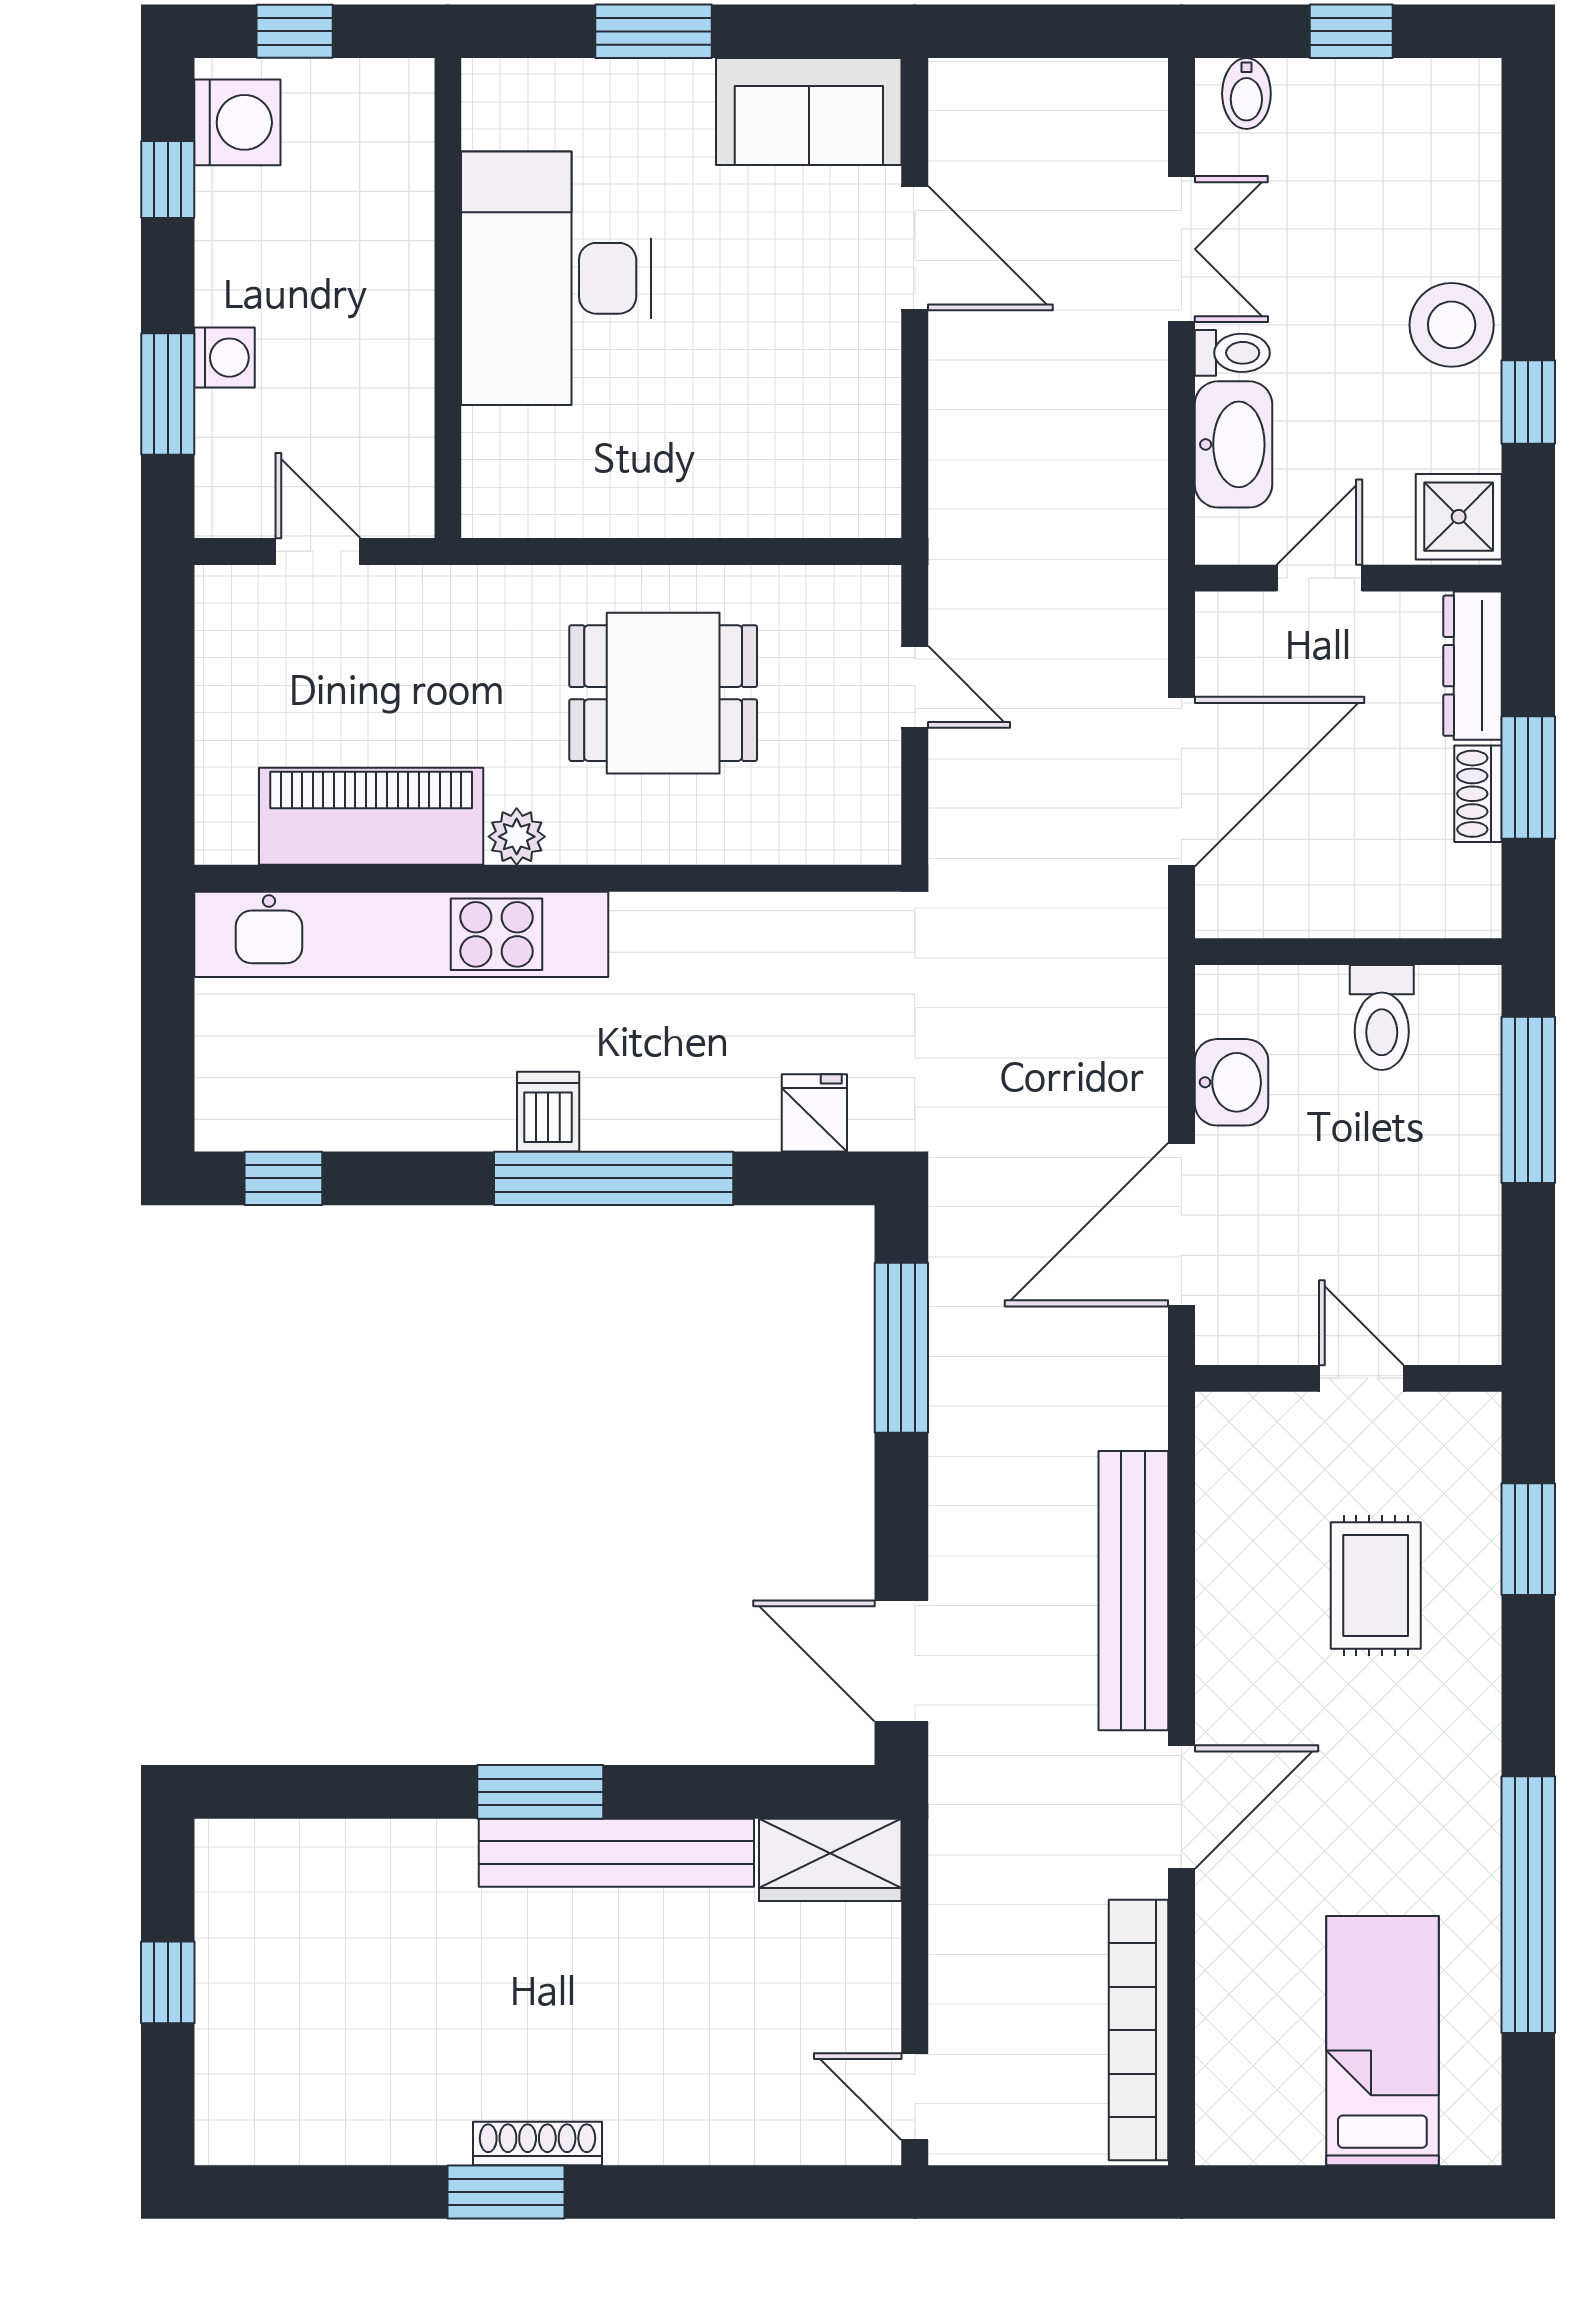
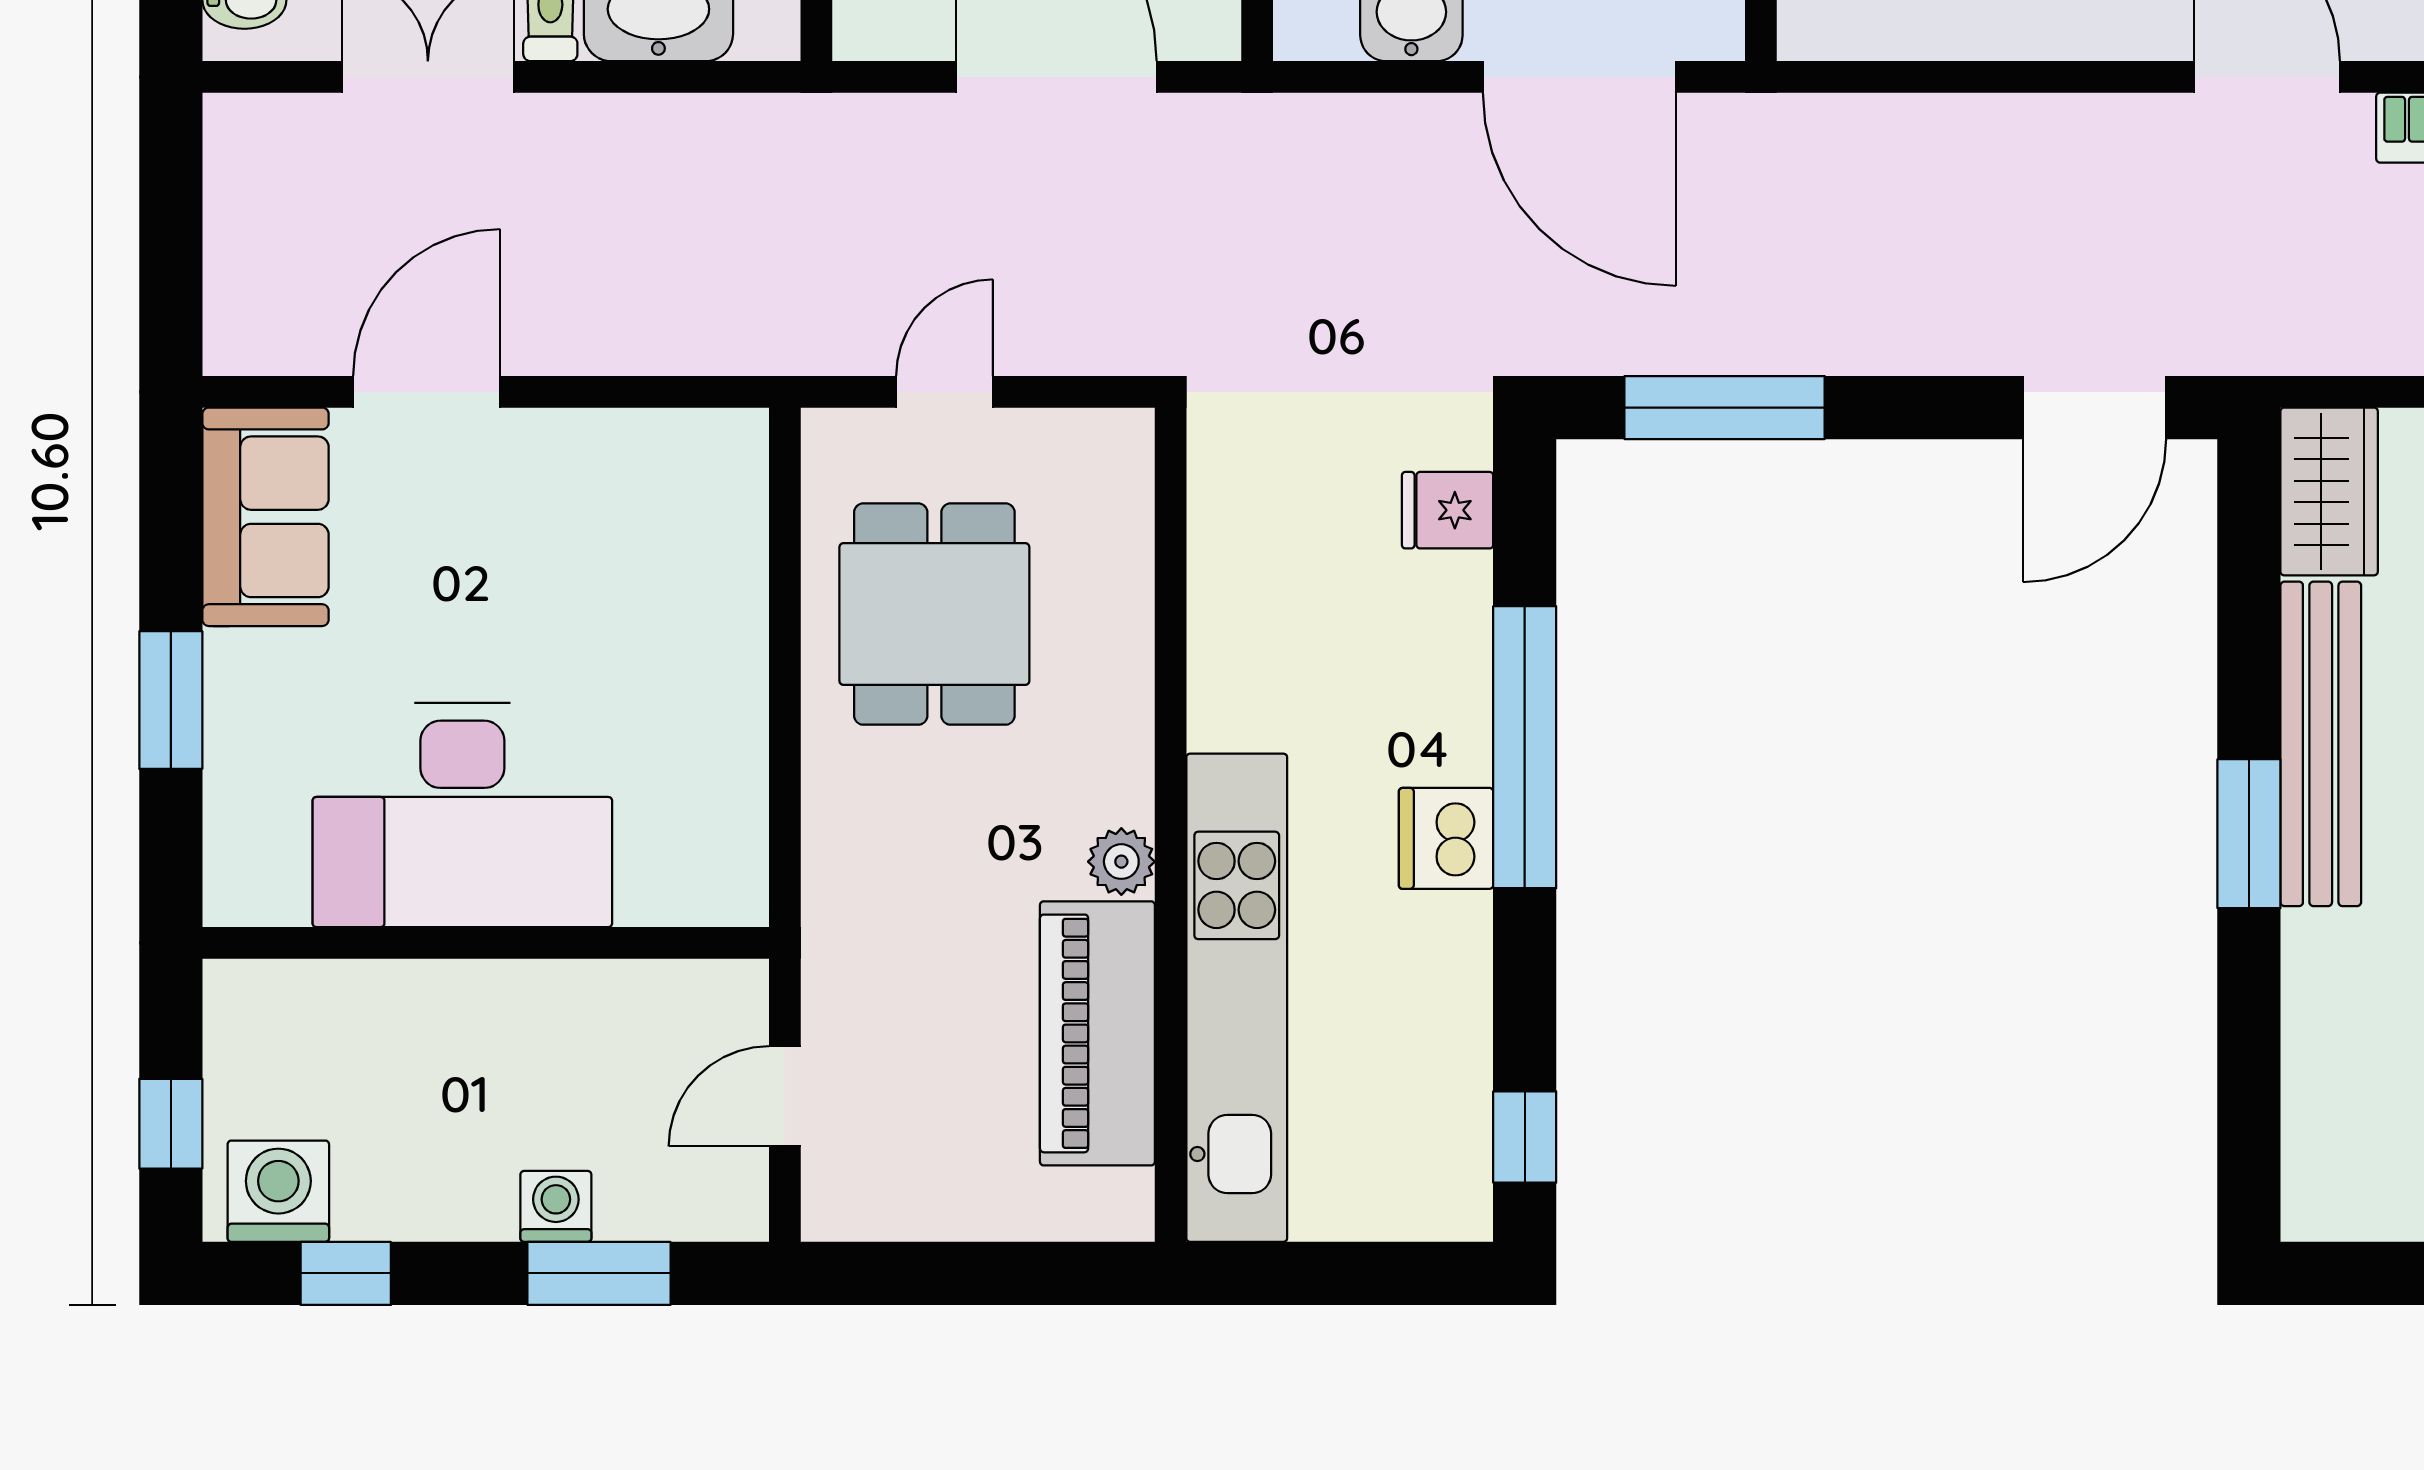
dining table: (663, 693) -> (934, 614), moved
dishwasher: (548, 1112) -> (1446, 838), width x1.38
bench: (1133, 1591) -> (2011, 134), removed

